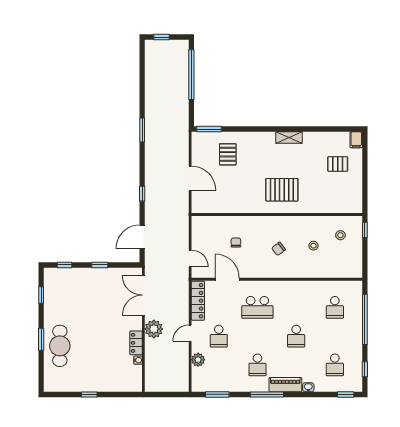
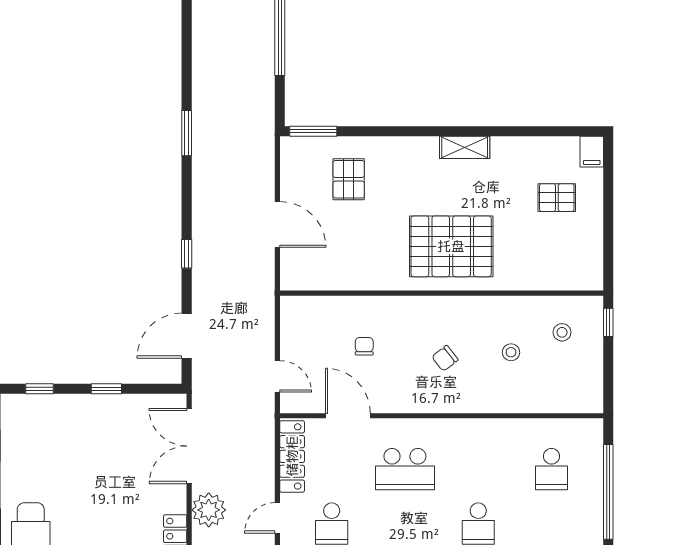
pallet: (282, 190) -> (451, 246), width x1.37, depth x1.41

